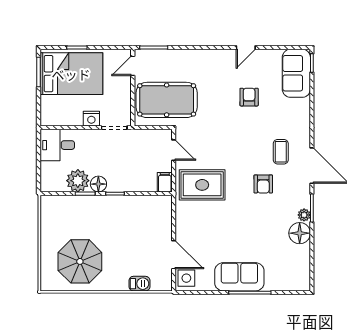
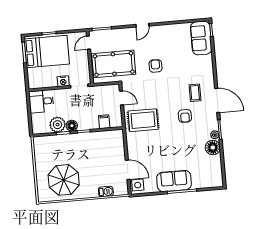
door: (246, 47) -> (142, 25), moved
armchair: (249, 97) -> (155, 66), moved
filing cabinet: (165, 182) -> (104, 122), moved

